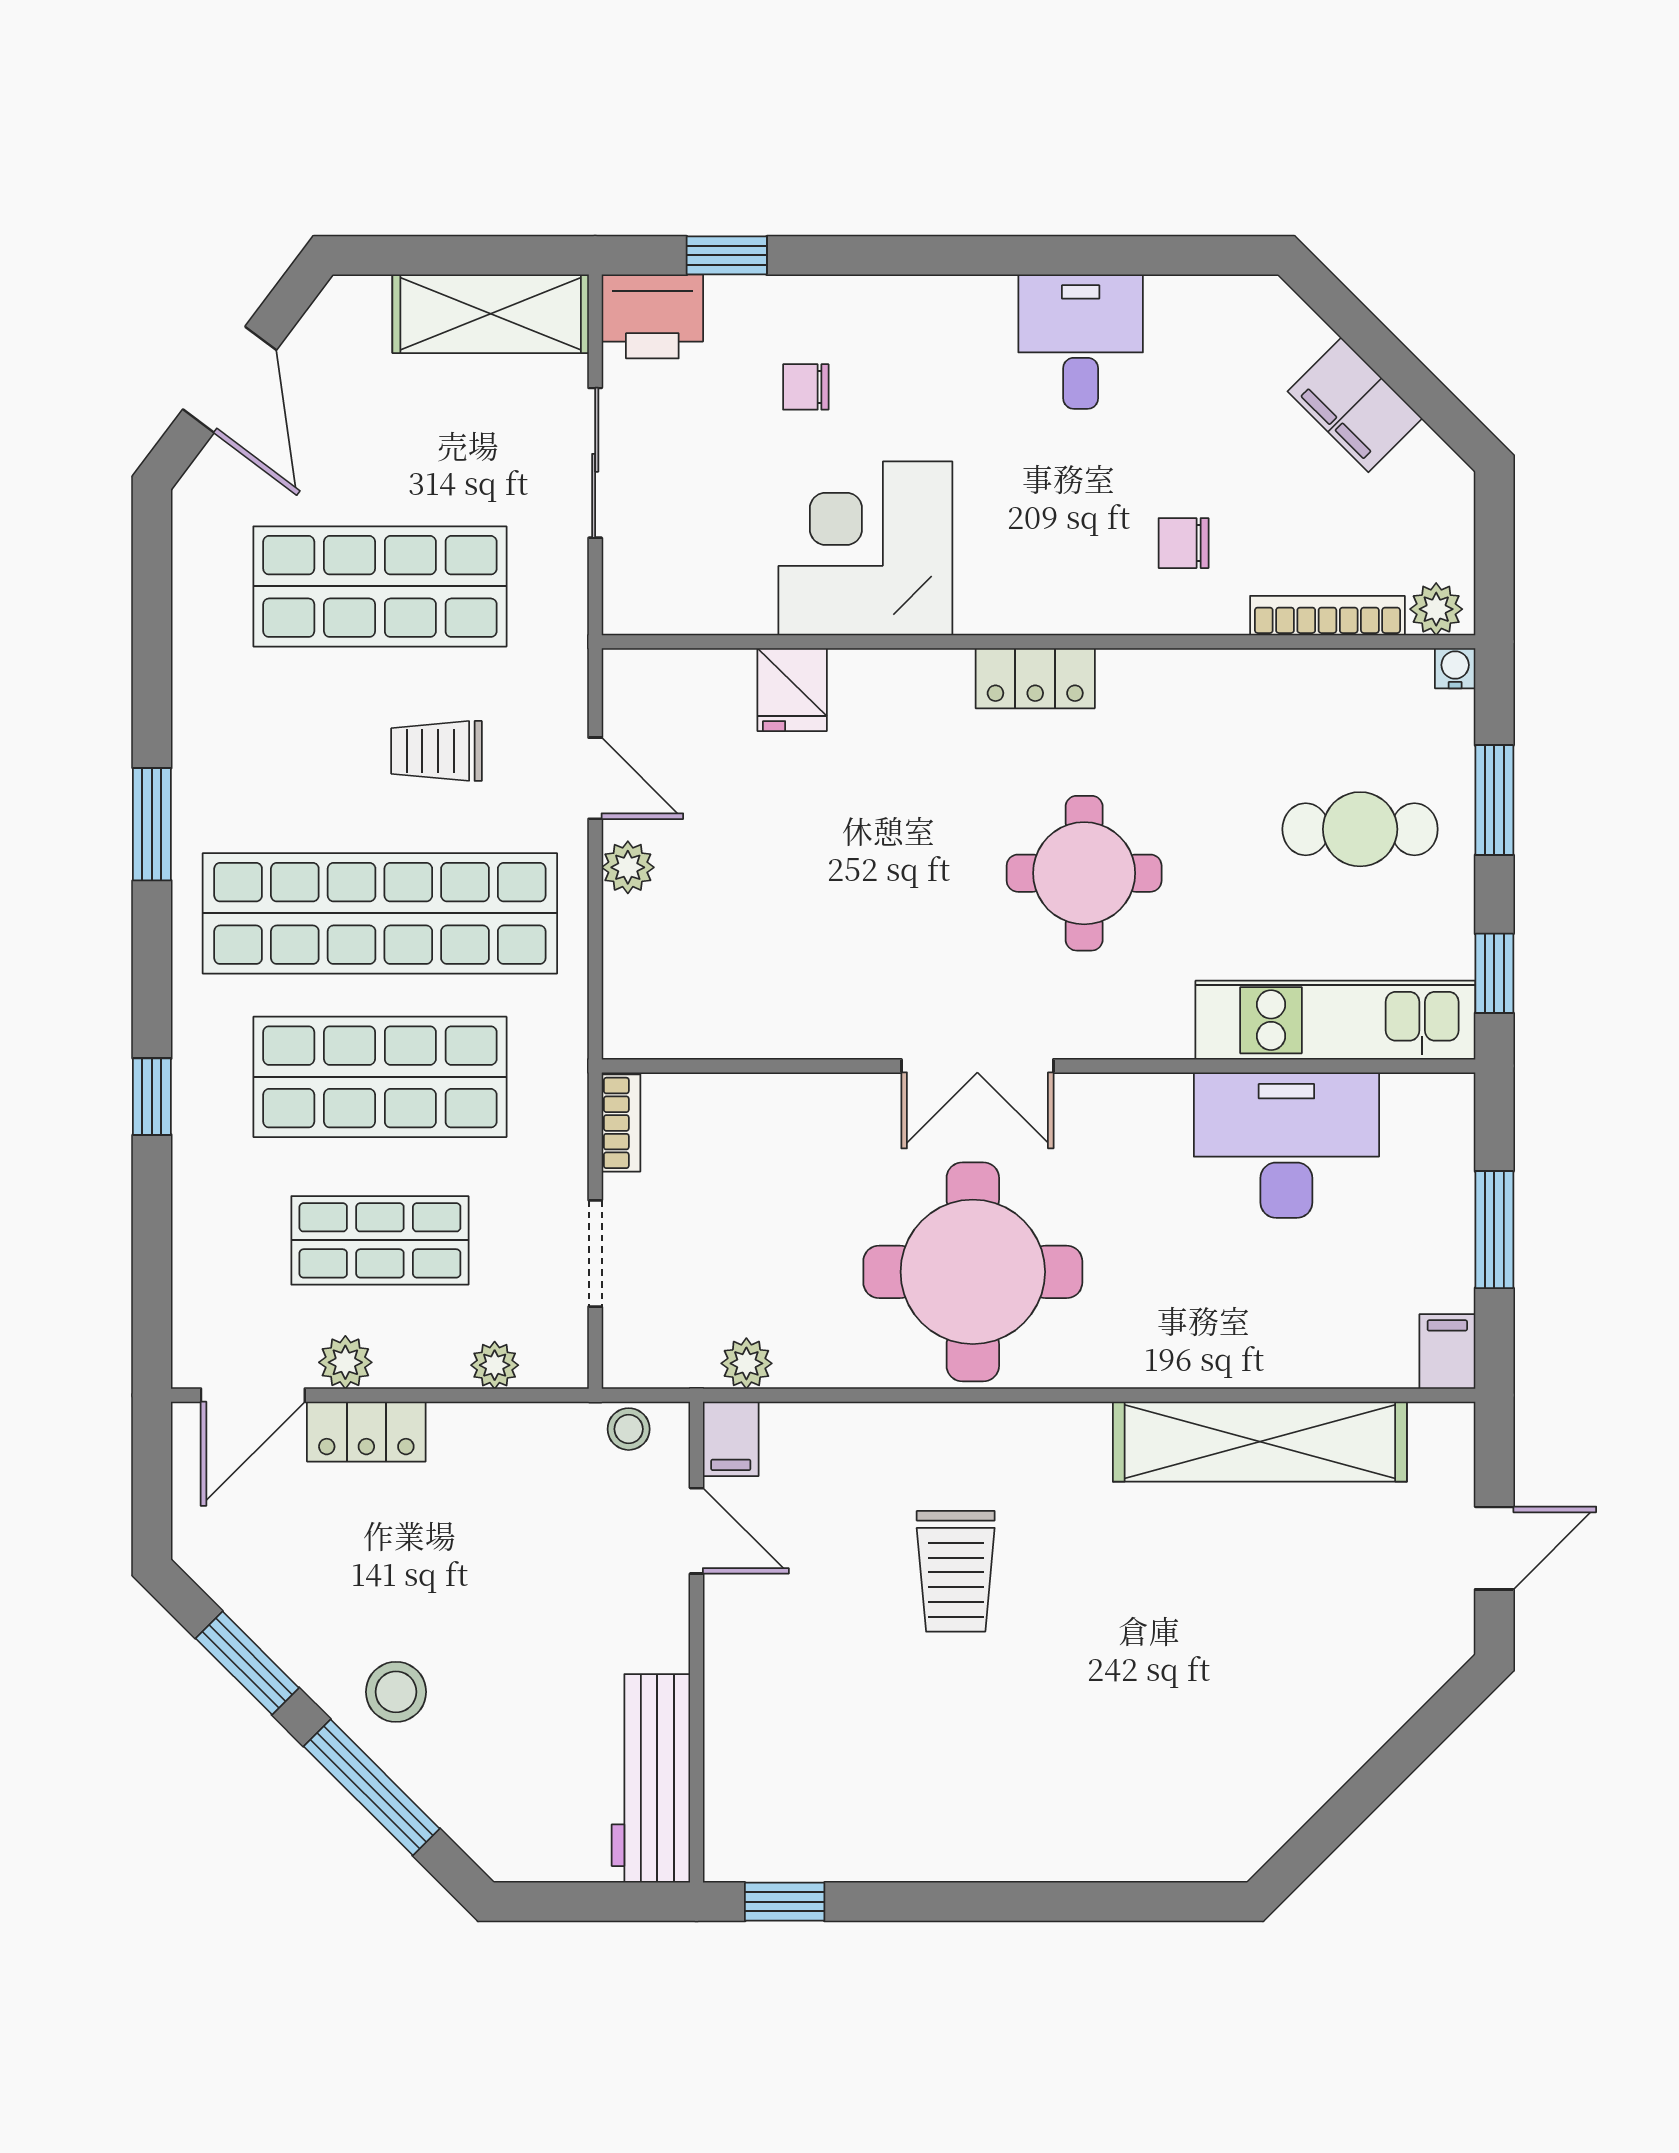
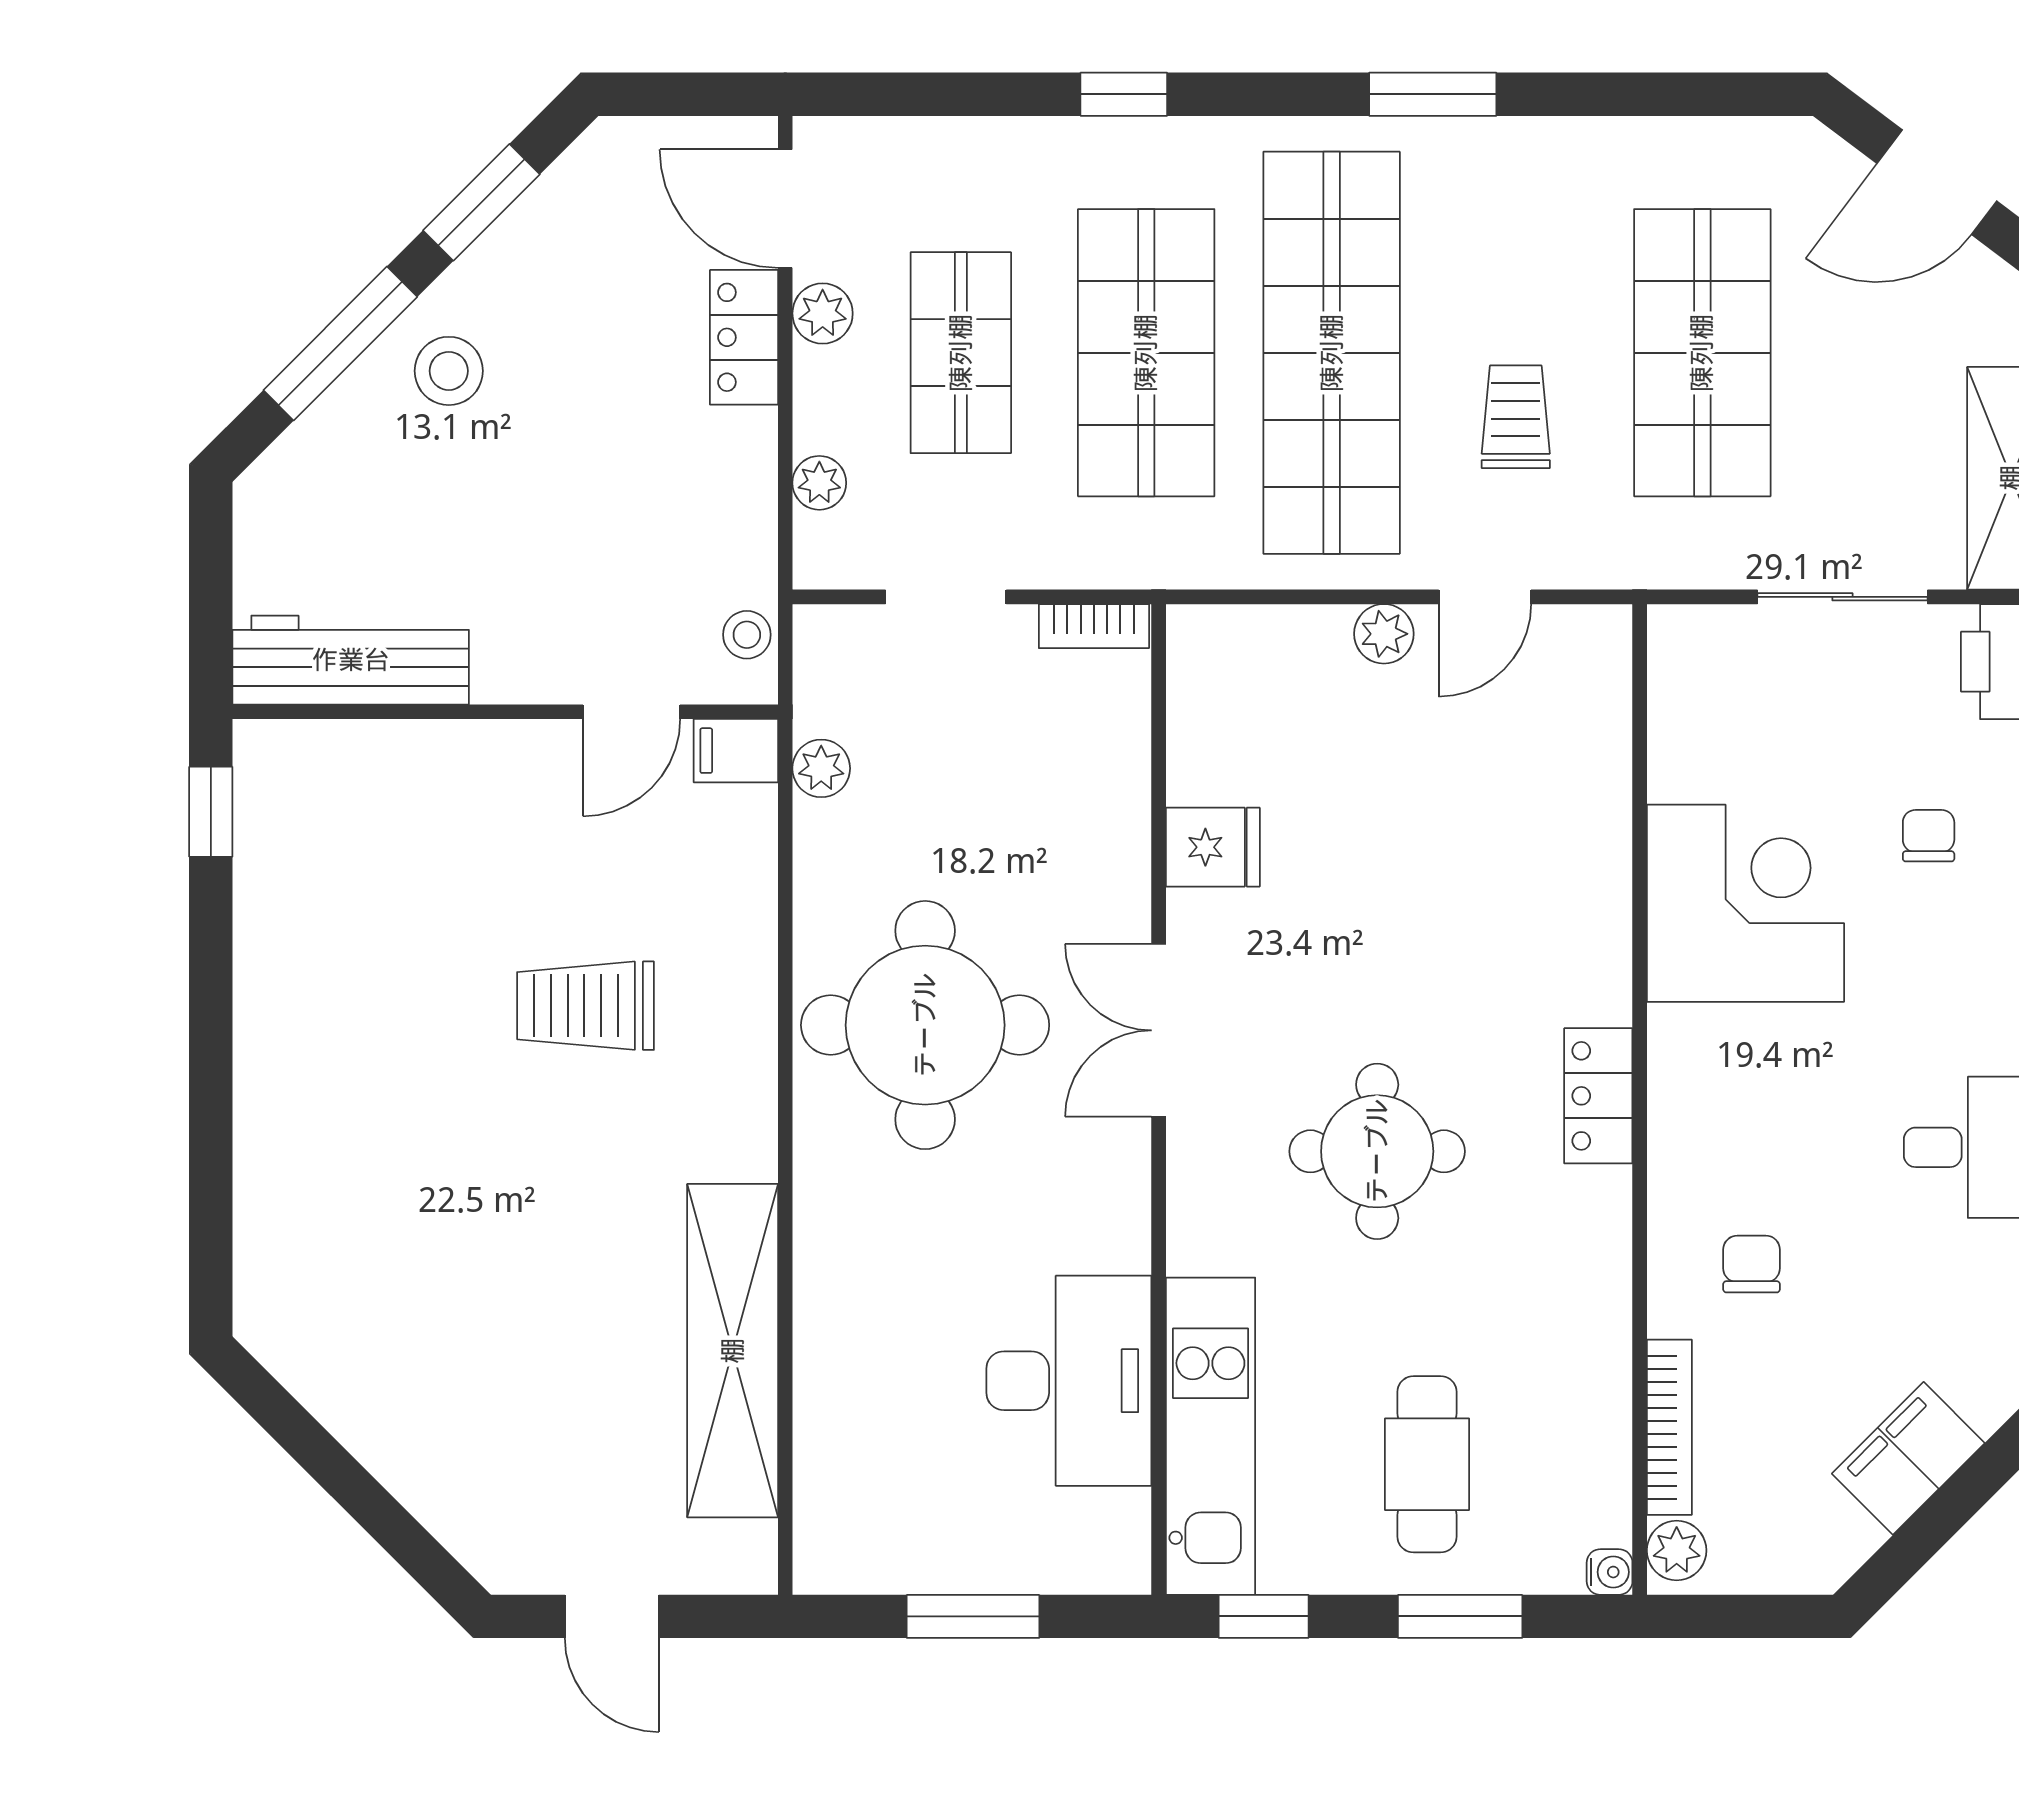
fridge: (792, 690) -> (1213, 847), moved, turned 180
filing cabinet: (1447, 1352) -> (835, 1563), removed

